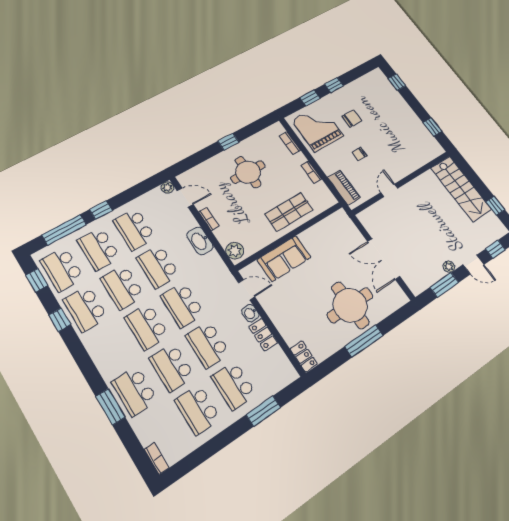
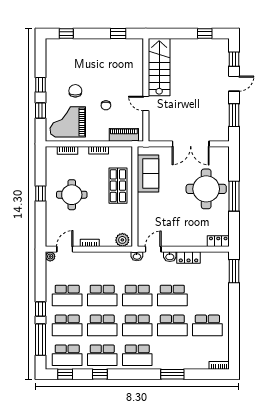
stairs: (461, 189) -> (159, 67), moved, turned -90
washbasin: (200, 241) -> (137, 256), moved, width x0.52, depth x0.69
sofa: (284, 259) -> (148, 174), moved
plant: (449, 267) -> (224, 102), removed
school desk: (234, 385) -> (207, 296), removed
school desk: (135, 391) -> (137, 355), moved
window: (263, 411) -> (234, 271), moved

